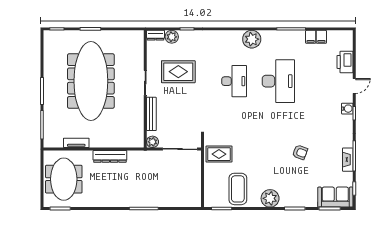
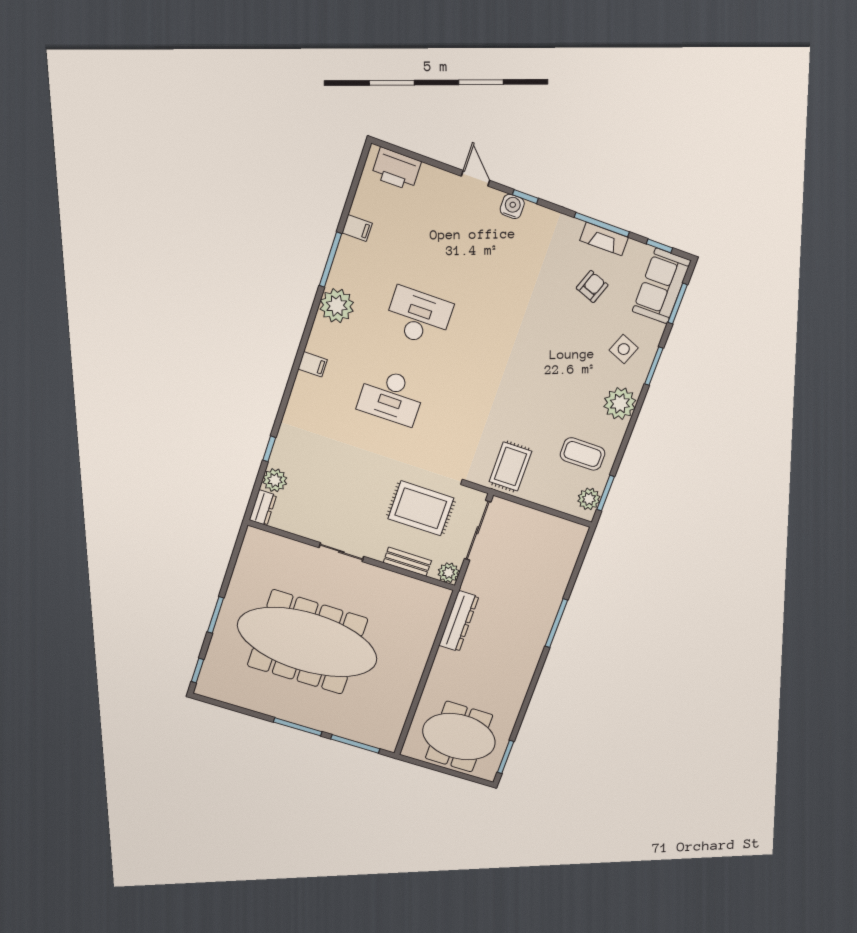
filing cabinet: (321, 37) -> (313, 364), moved
plant: (252, 39) -> (337, 306), moved
printer: (345, 62) -> (396, 169), moved
rug: (178, 72) -> (421, 508), moved, turned 90
desk: (234, 81) -> (391, 397), turned 180
desk: (278, 81) -> (418, 317), width x0.73, depth x0.77
bench: (151, 114) -> (407, 562), width x0.73
tv unit: (76, 143) -> (405, 698), removed
armchair: (300, 152) -> (592, 287), moved
dresser: (110, 156) -> (459, 621), moved
coffee table: (238, 189) -> (583, 454), width x0.73, depth x0.76
side table: (298, 190) -> (624, 349), added
plant: (216, 201) -> (589, 499), added

